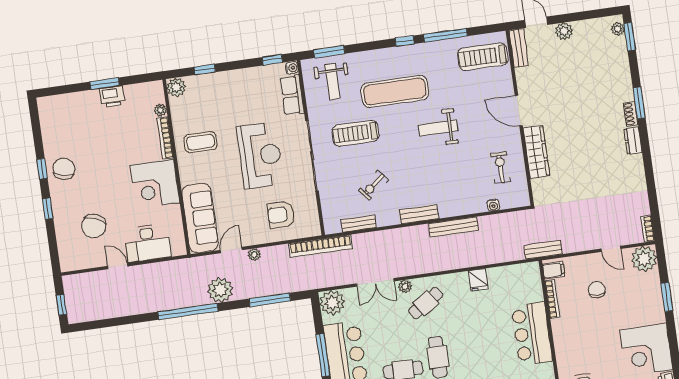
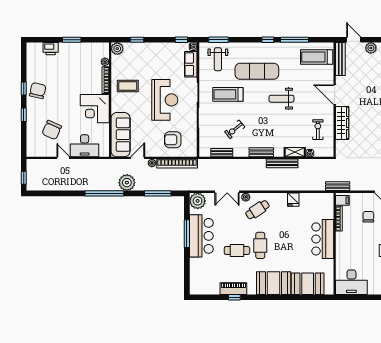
bench: (519, 48) -> (340, 59), width x1.36
printer: (112, 96) -> (51, 49), moved
shelving: (470, 207) -> (295, 152), added
bookcase: (321, 246) -> (177, 164), moved

